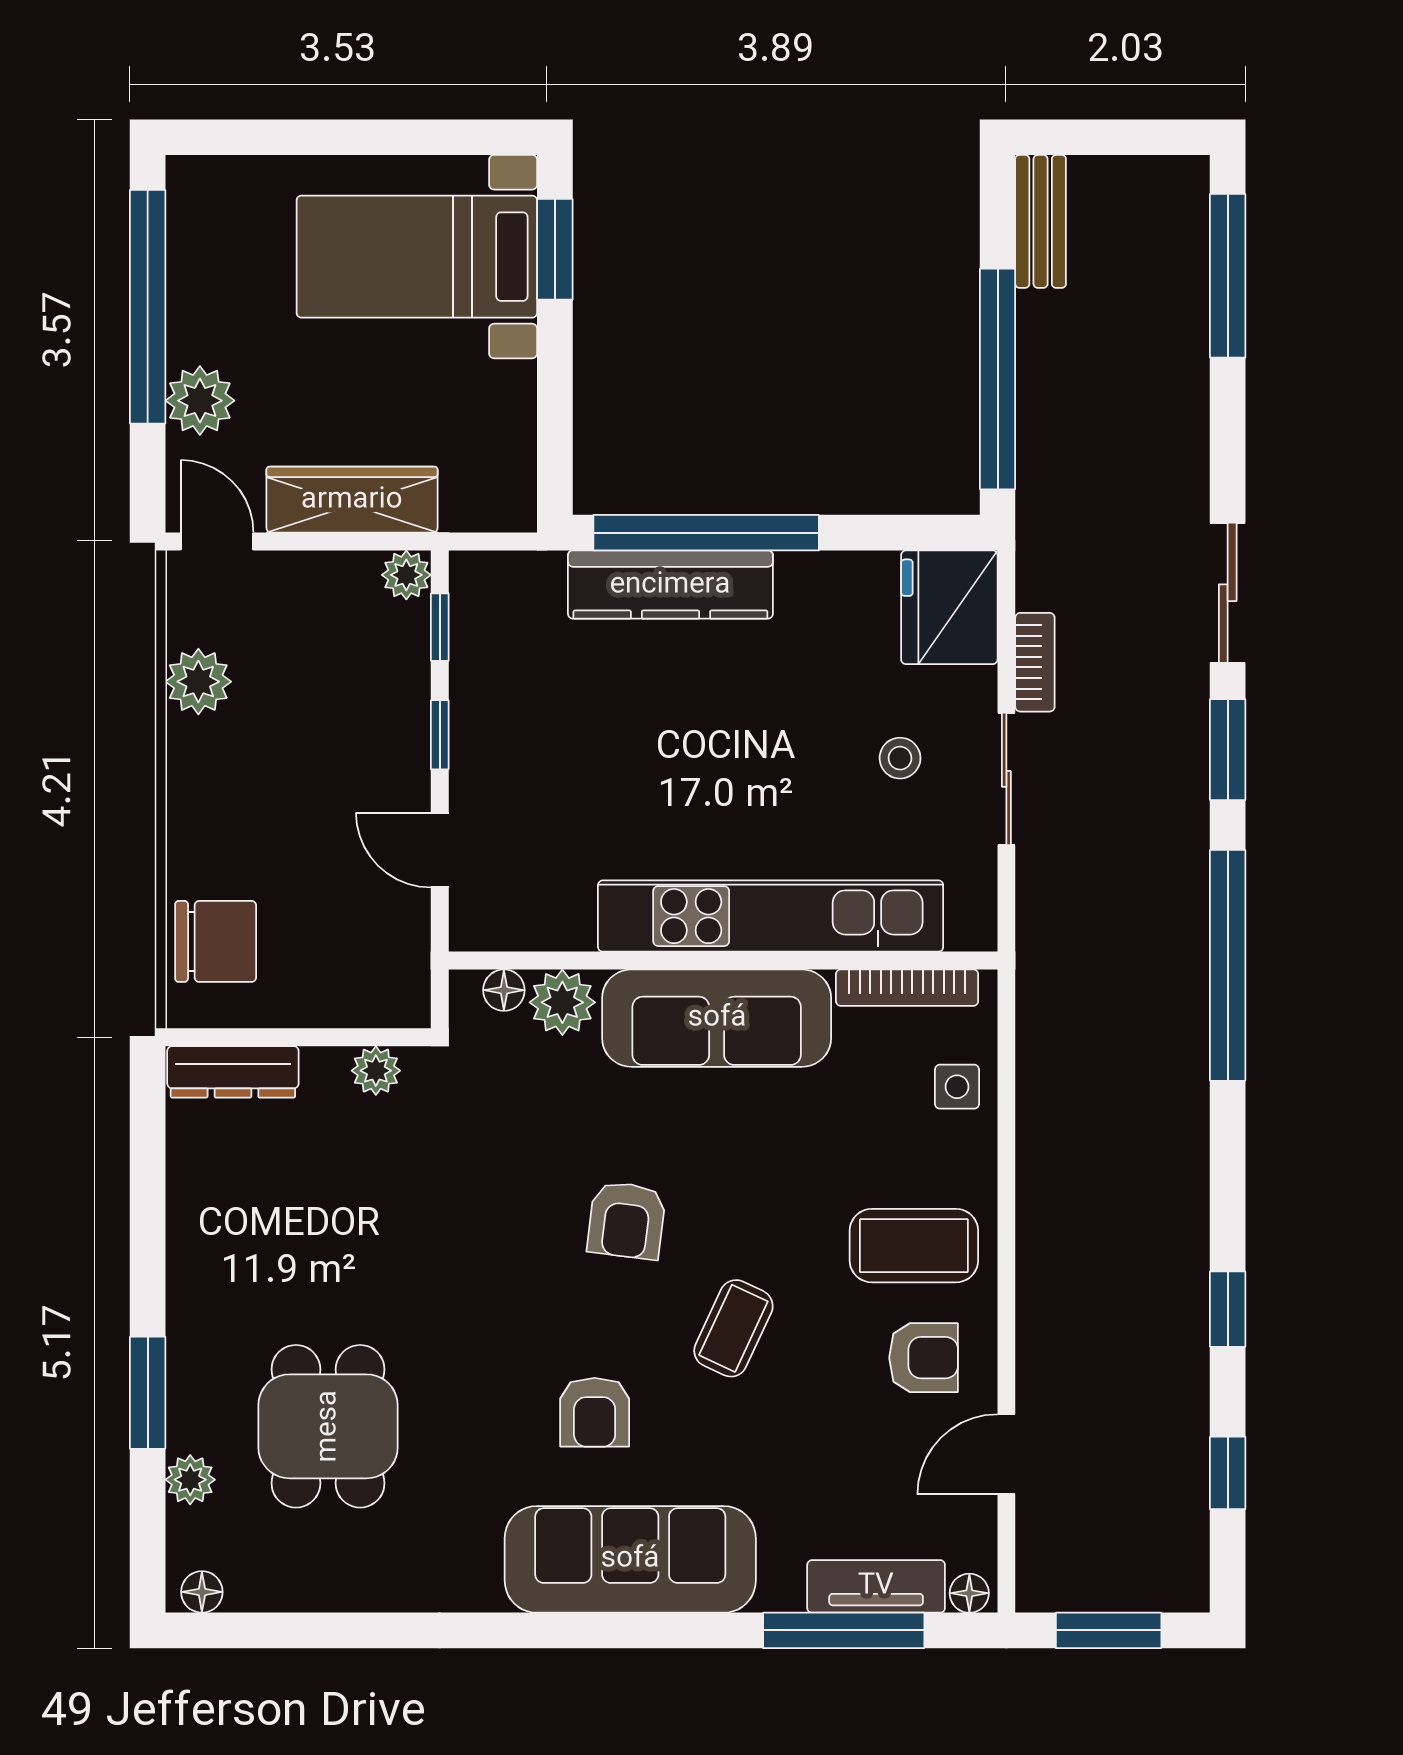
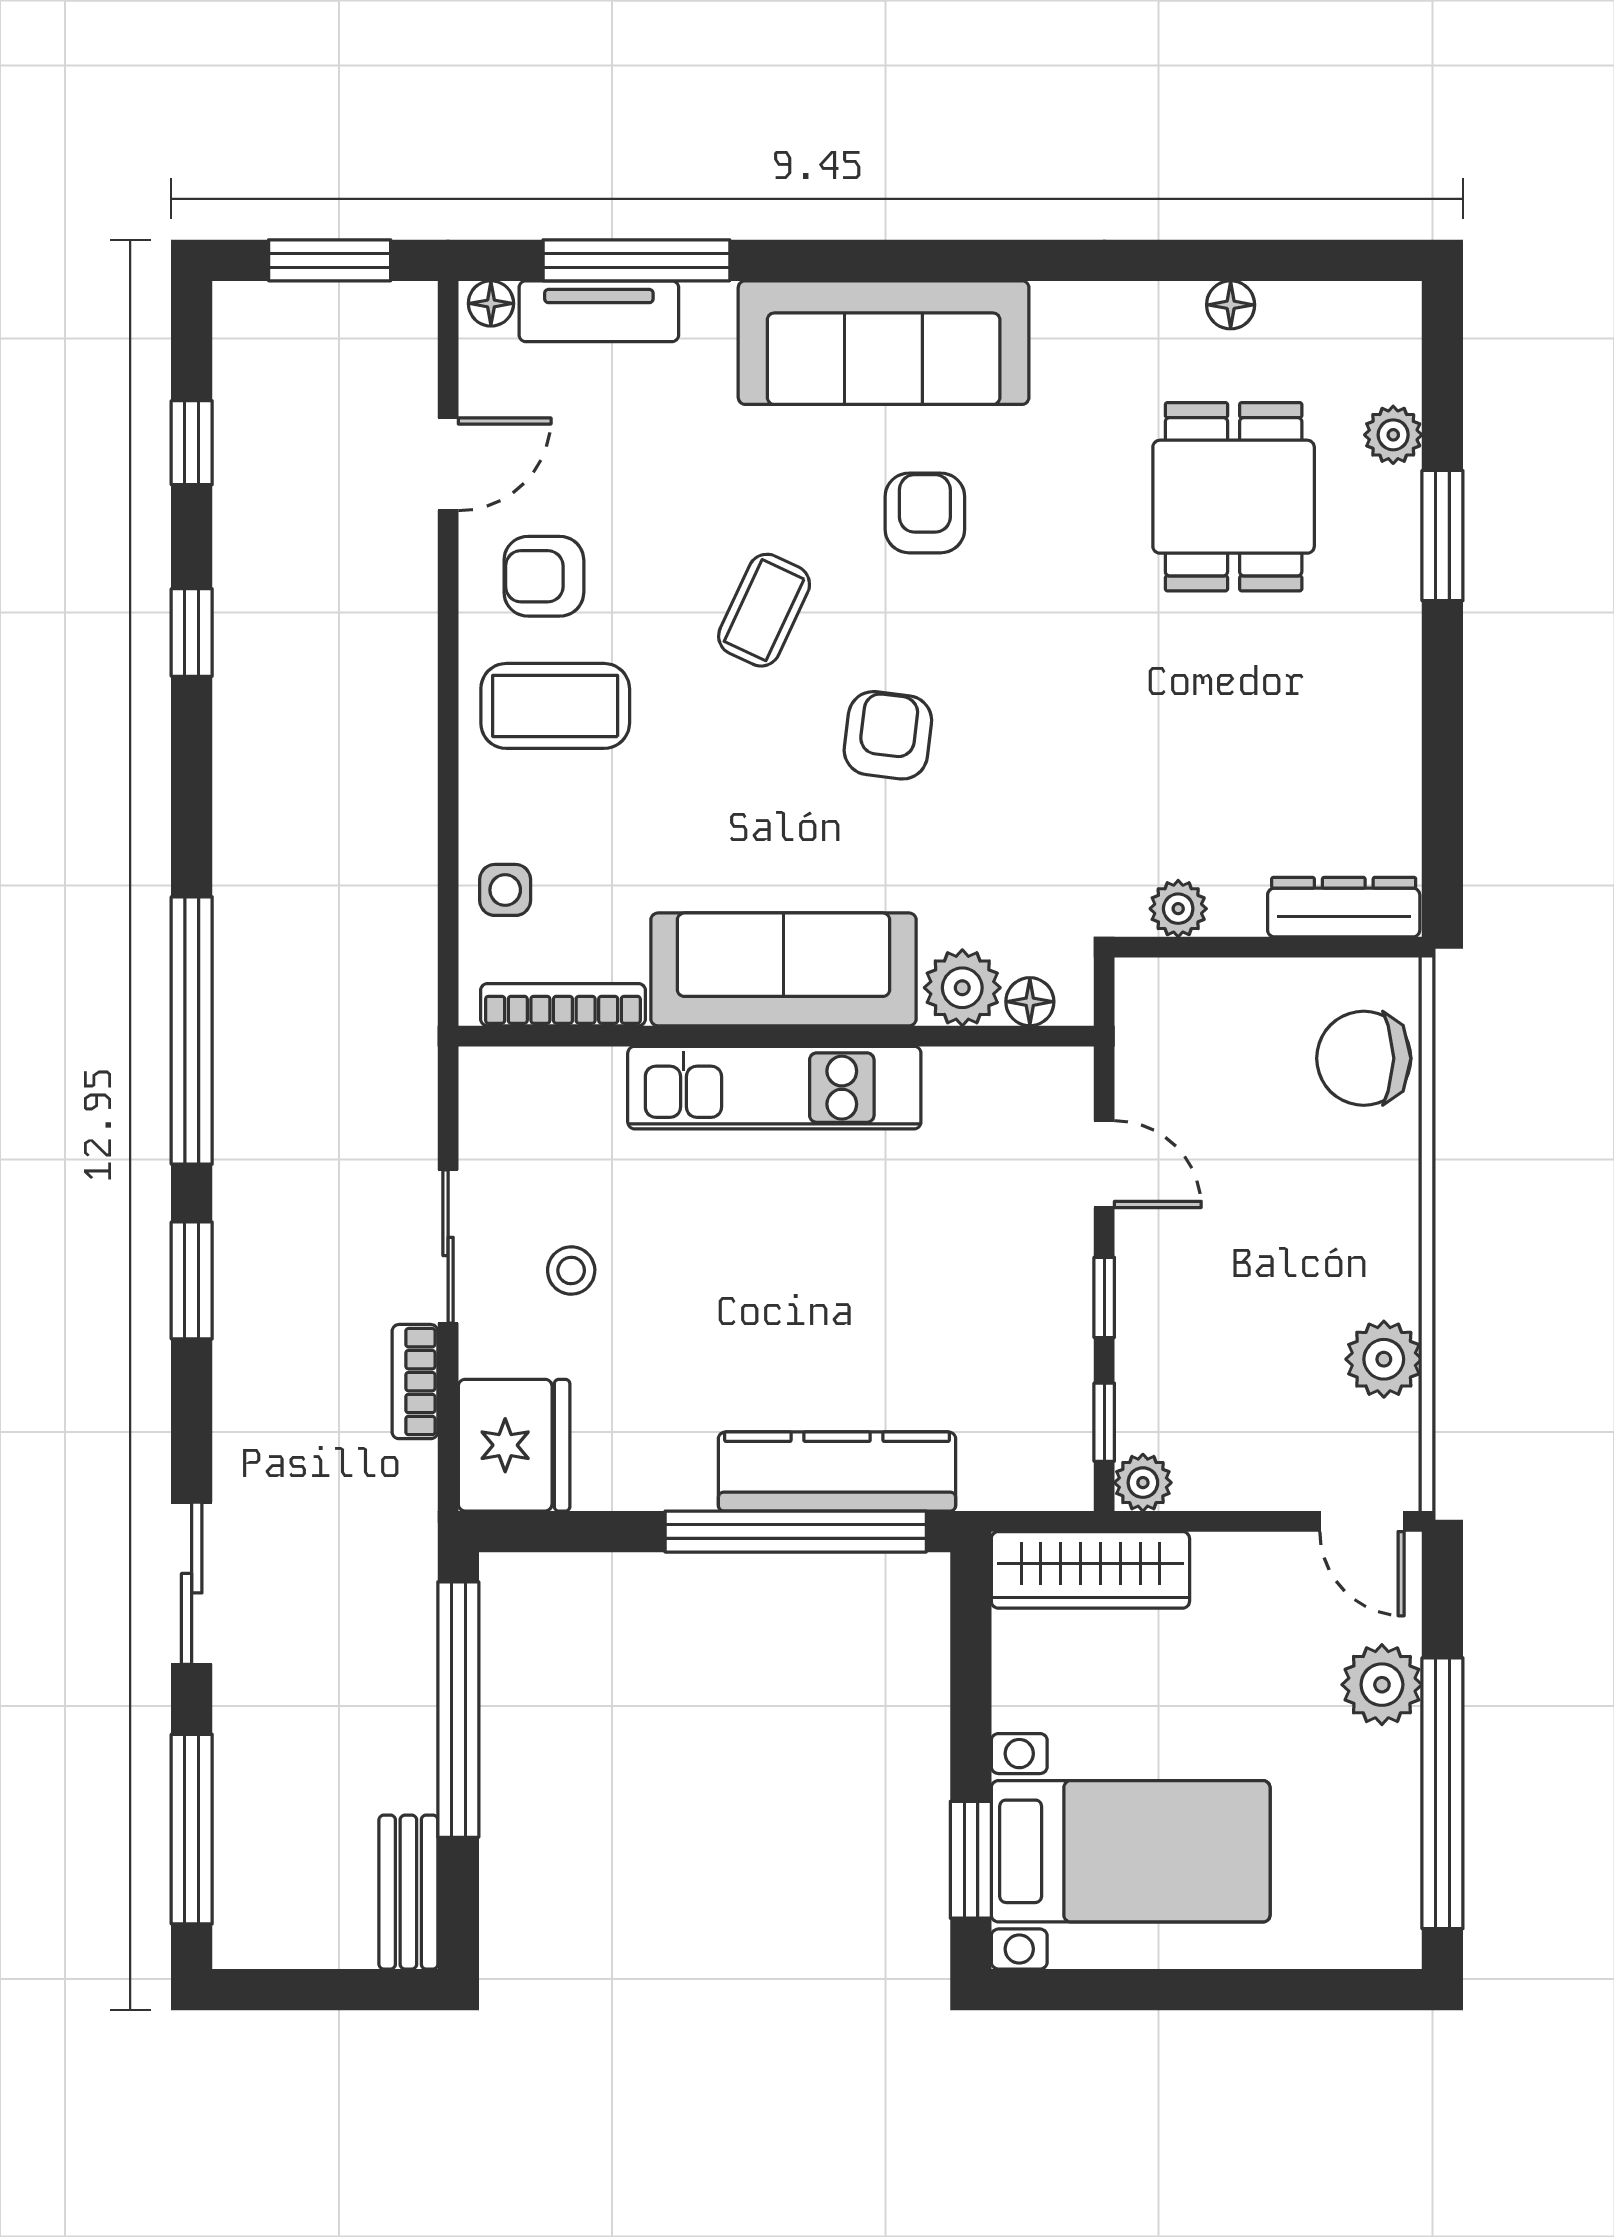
wardrobe: (352, 500) -> (1090, 1570), moved
sliding door: (1228, 593) -> (192, 1583), moved
kitchen unit: (771, 916) -> (774, 1088), width x0.73
floor lamp: (202, 1592) -> (1231, 305), moved

